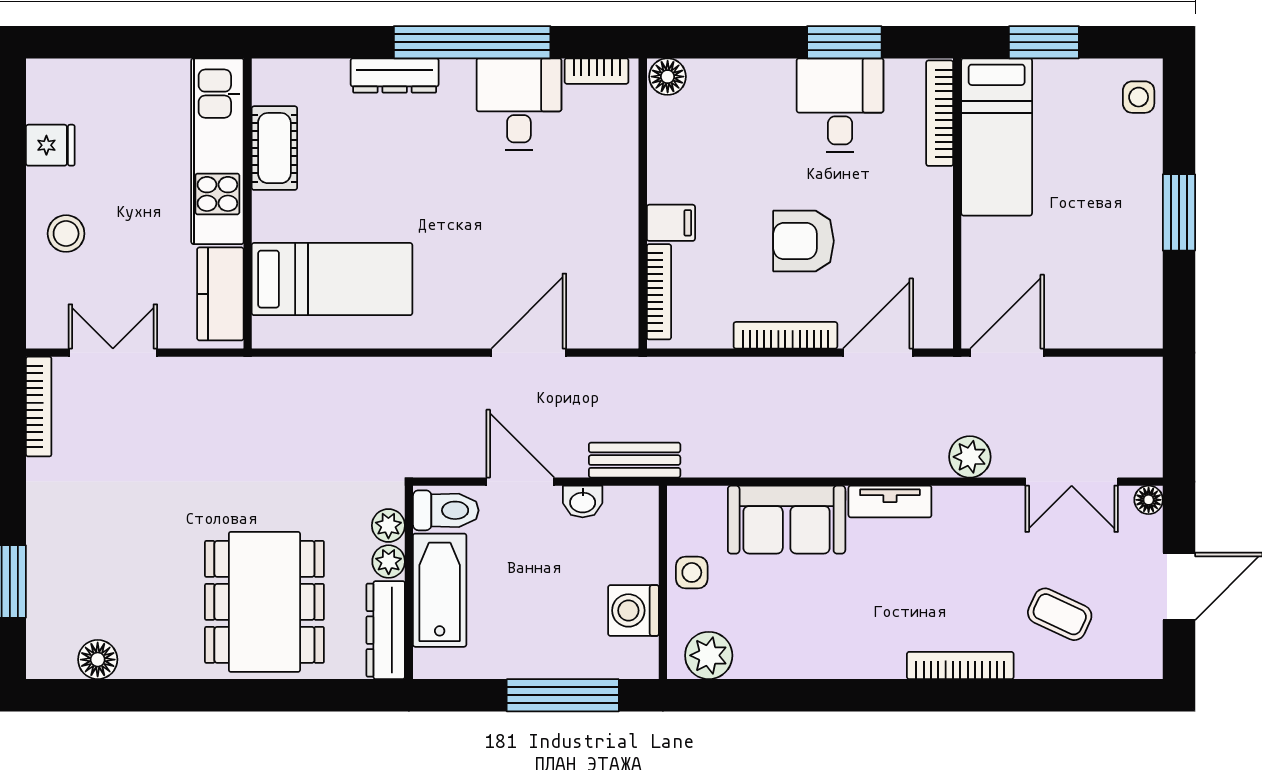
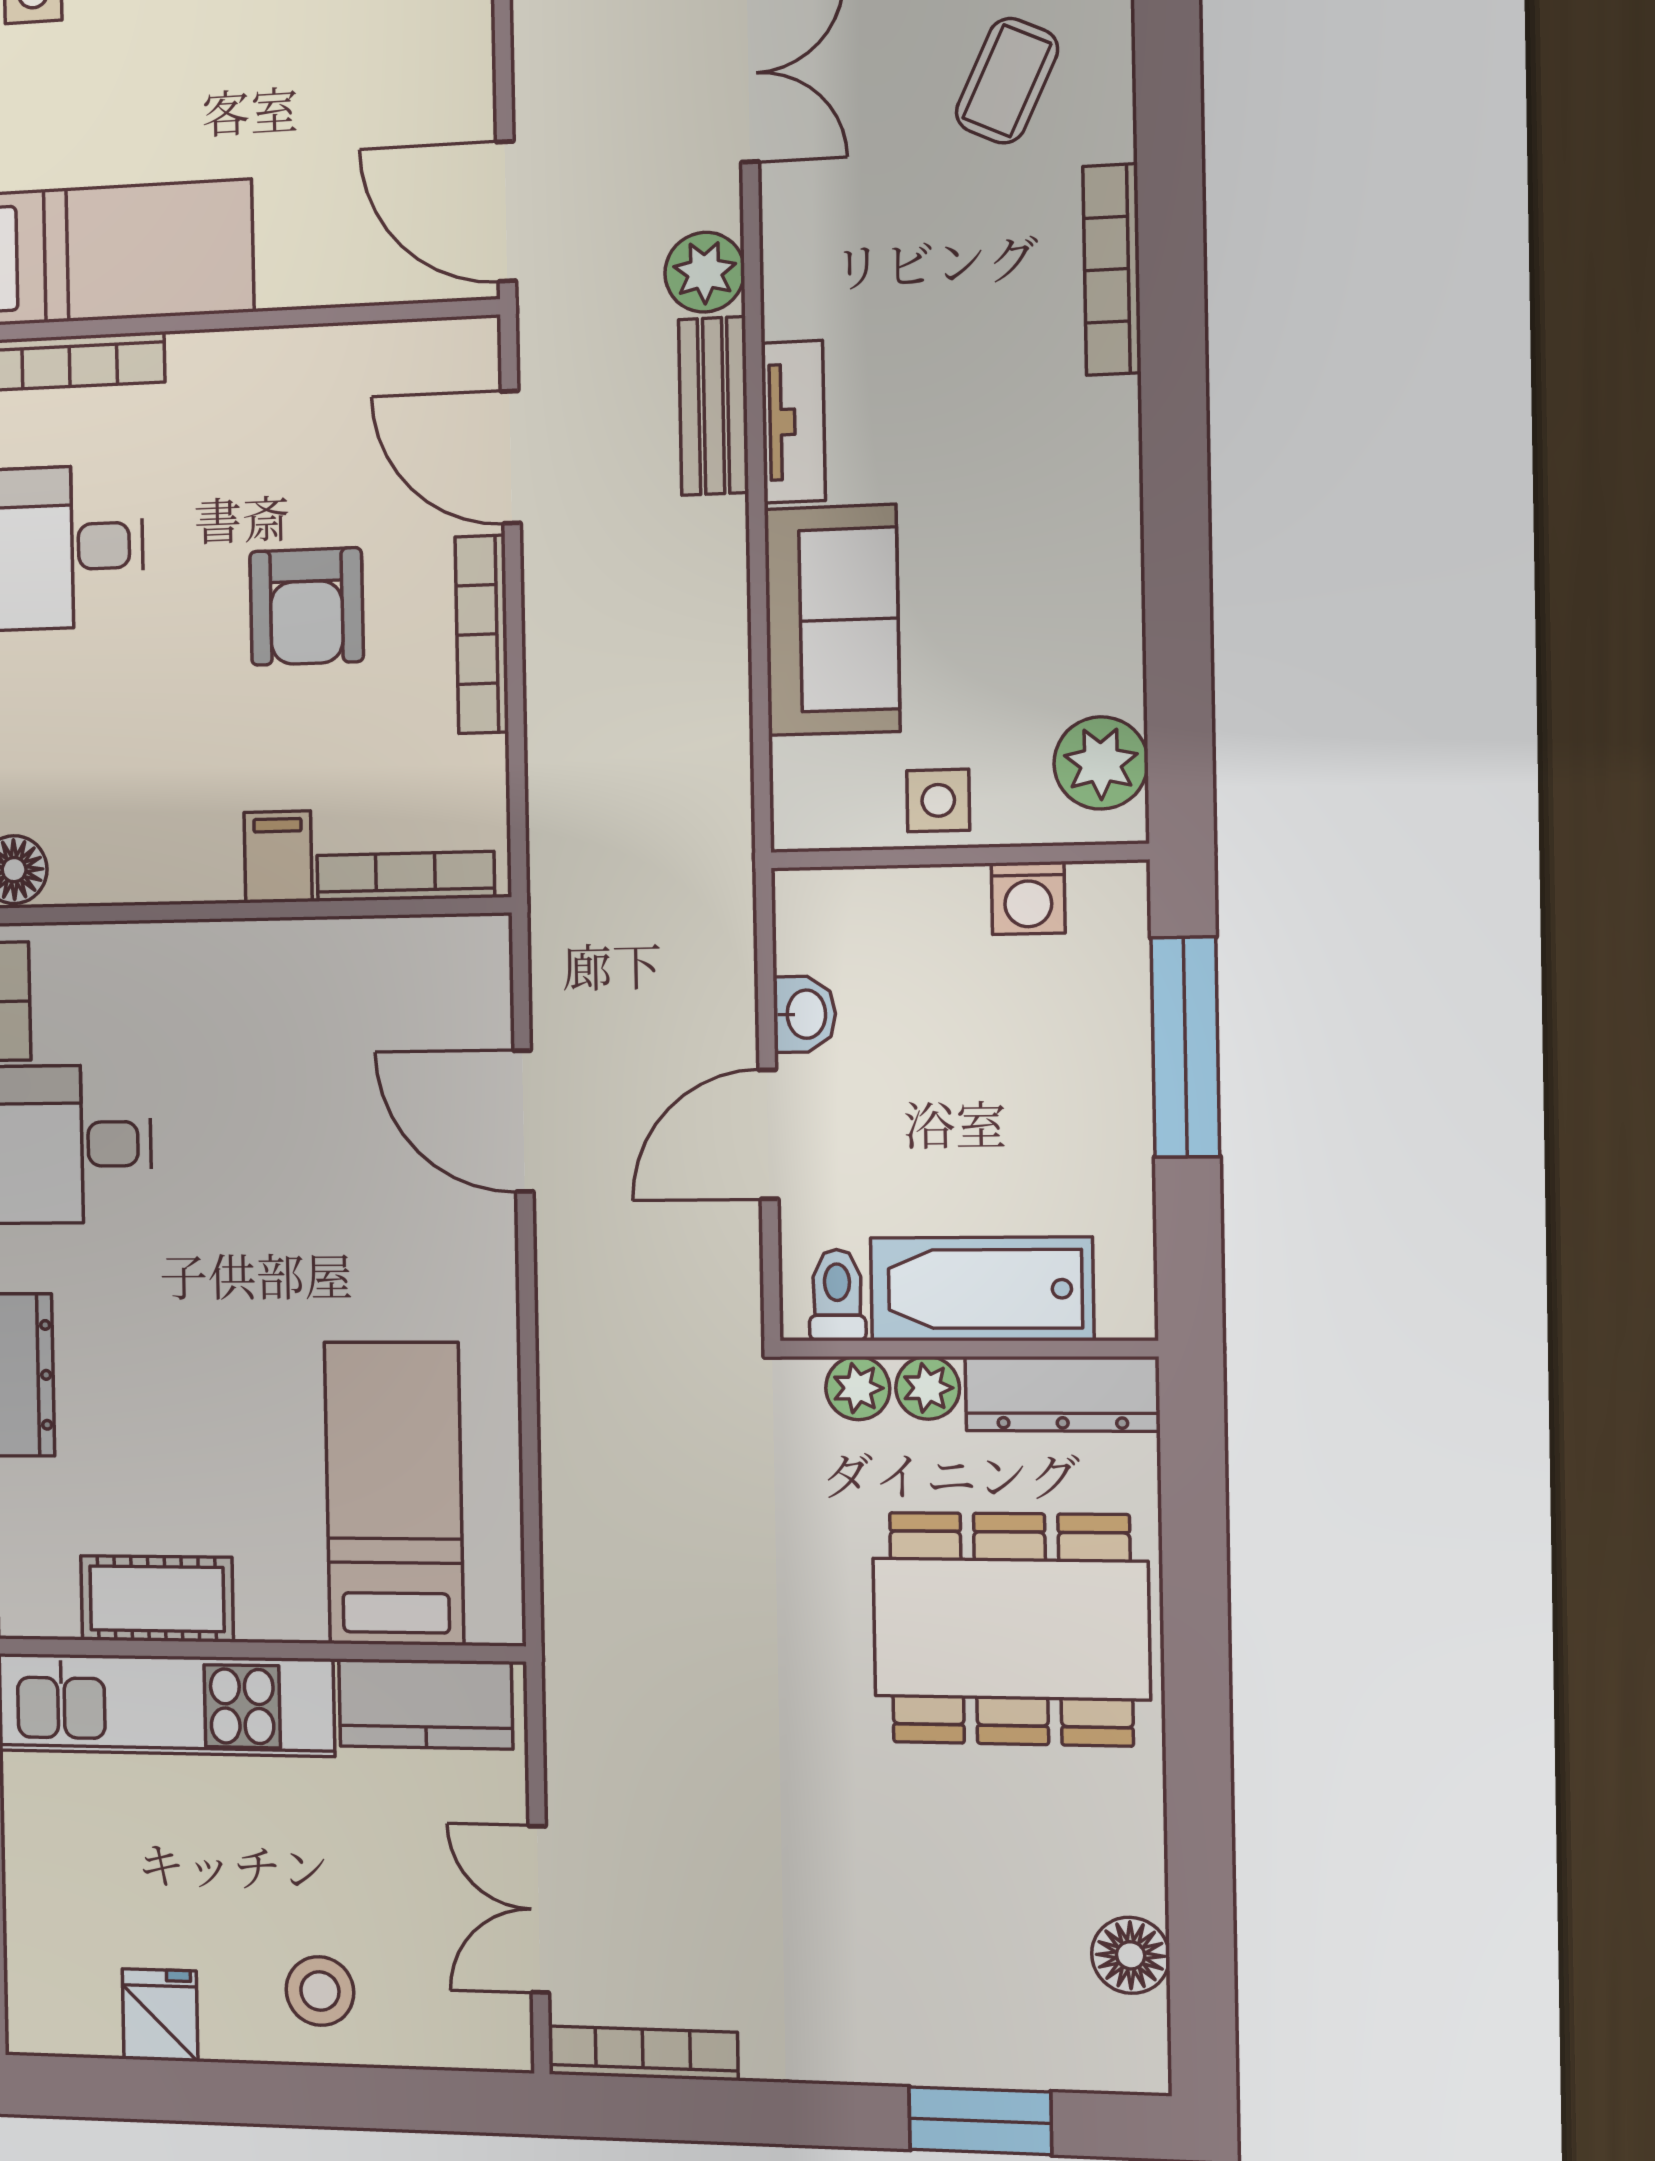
bench: (635, 460) -> (714, 406), moved
toilet: (446, 510) -> (837, 1295), width x0.73, depth x0.72
washing machine: (633, 610) -> (1028, 898), width x0.73, depth x0.73

